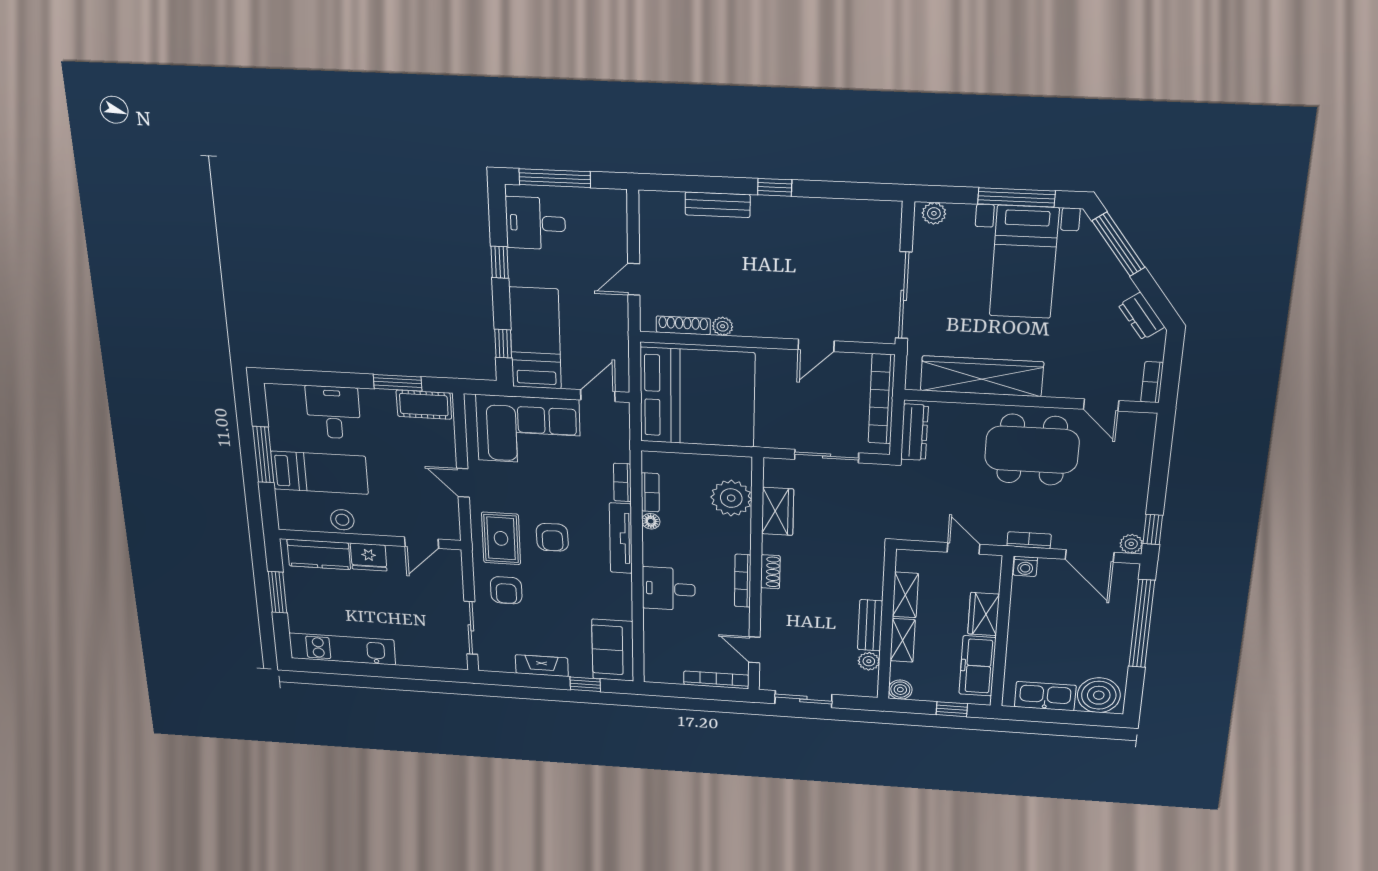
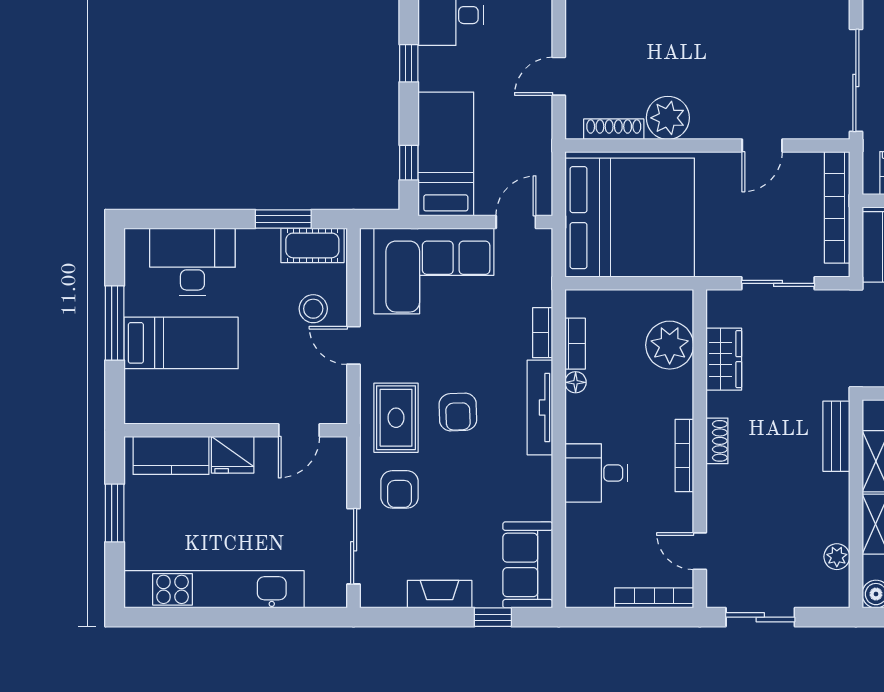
plant: (723, 326) -> (668, 118), width x1.88, depth x1.88
desk: (333, 412) -> (192, 262), width x1.37
stool: (342, 520) -> (313, 309), moved
bench: (870, 625) -> (836, 436), moved
kitchen unit: (342, 649) -> (214, 589), width x1.36

